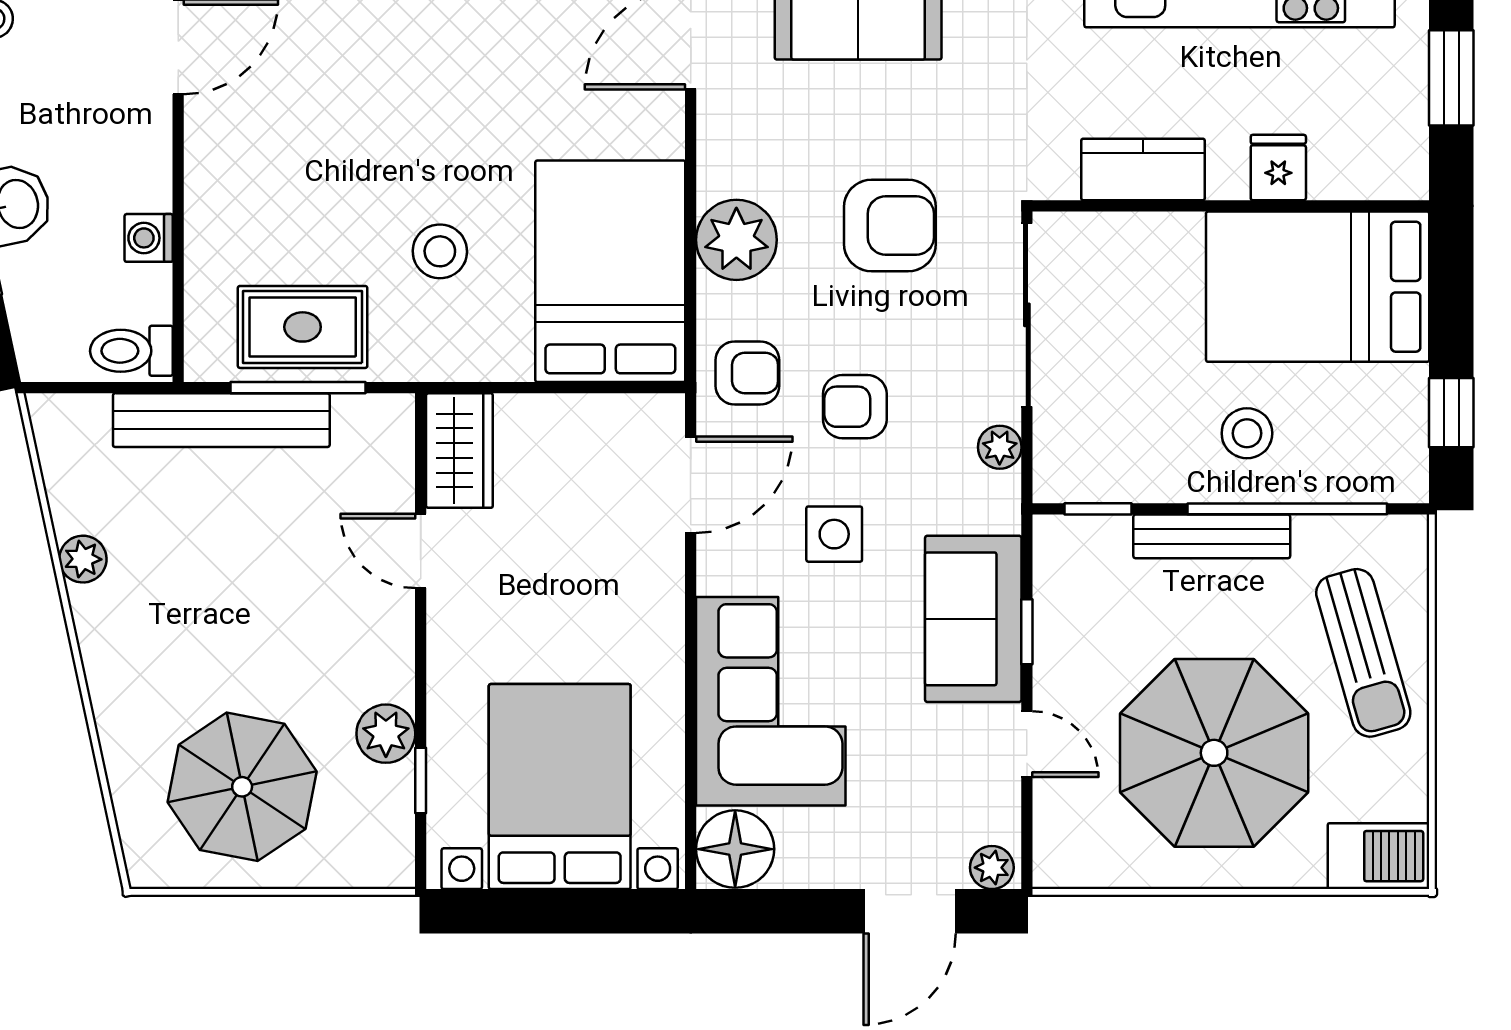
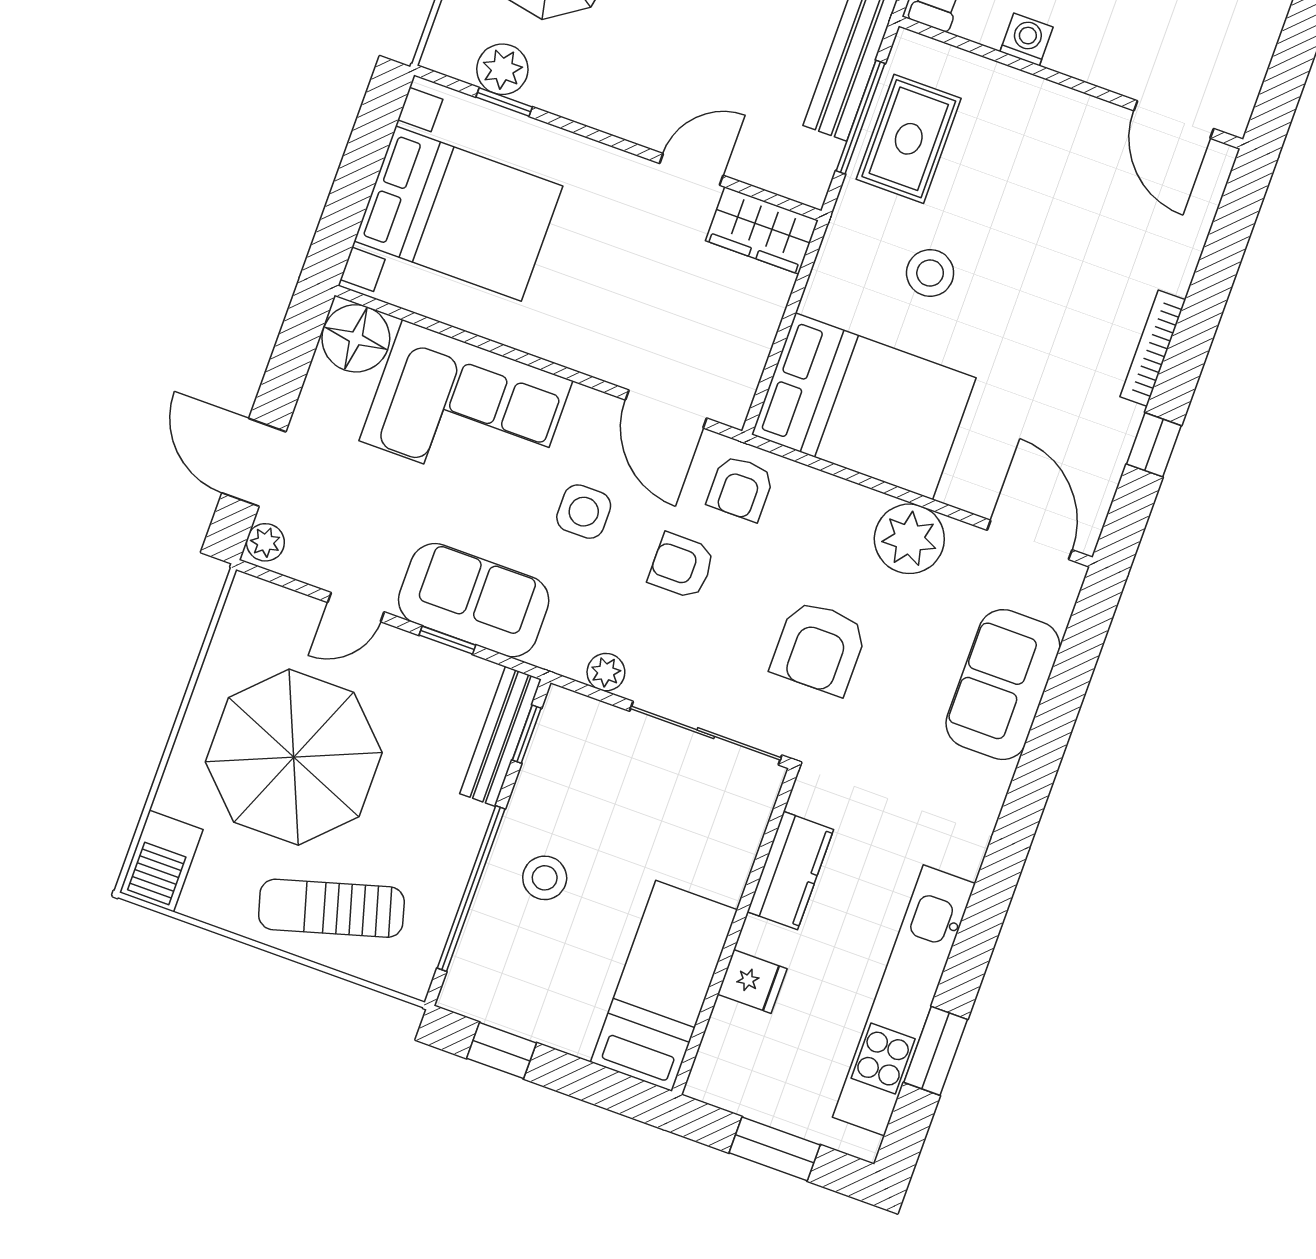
plant: (736, 240) -> (909, 539), moved
bed: (1318, 287) -> (664, 986), width x0.67
armchair: (855, 407) -> (682, 566), turned -90
bench: (1212, 536) -> (501, 736), moved
plant: (386, 734) -> (502, 69), moved

